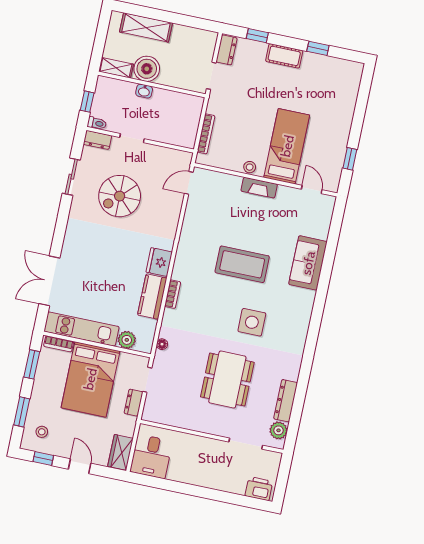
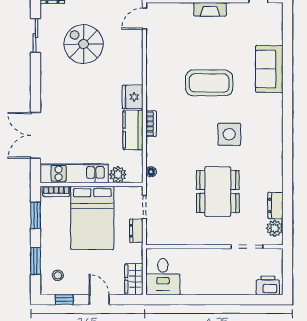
spiral stairs: (120, 196) -> (84, 44), turned 90
dresser: (286, 401) -> (275, 205), width x0.70

